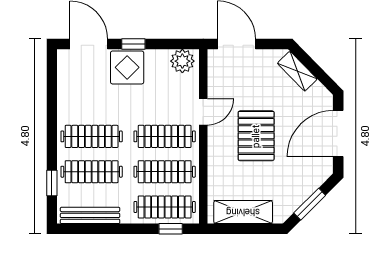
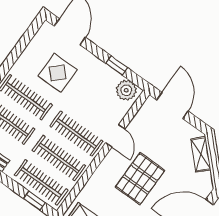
window: (133, 44) -> (117, 65), moved
display table: (127, 67) -> (58, 73), moved
door: (203, 112) -> (115, 136), hinge flipped

